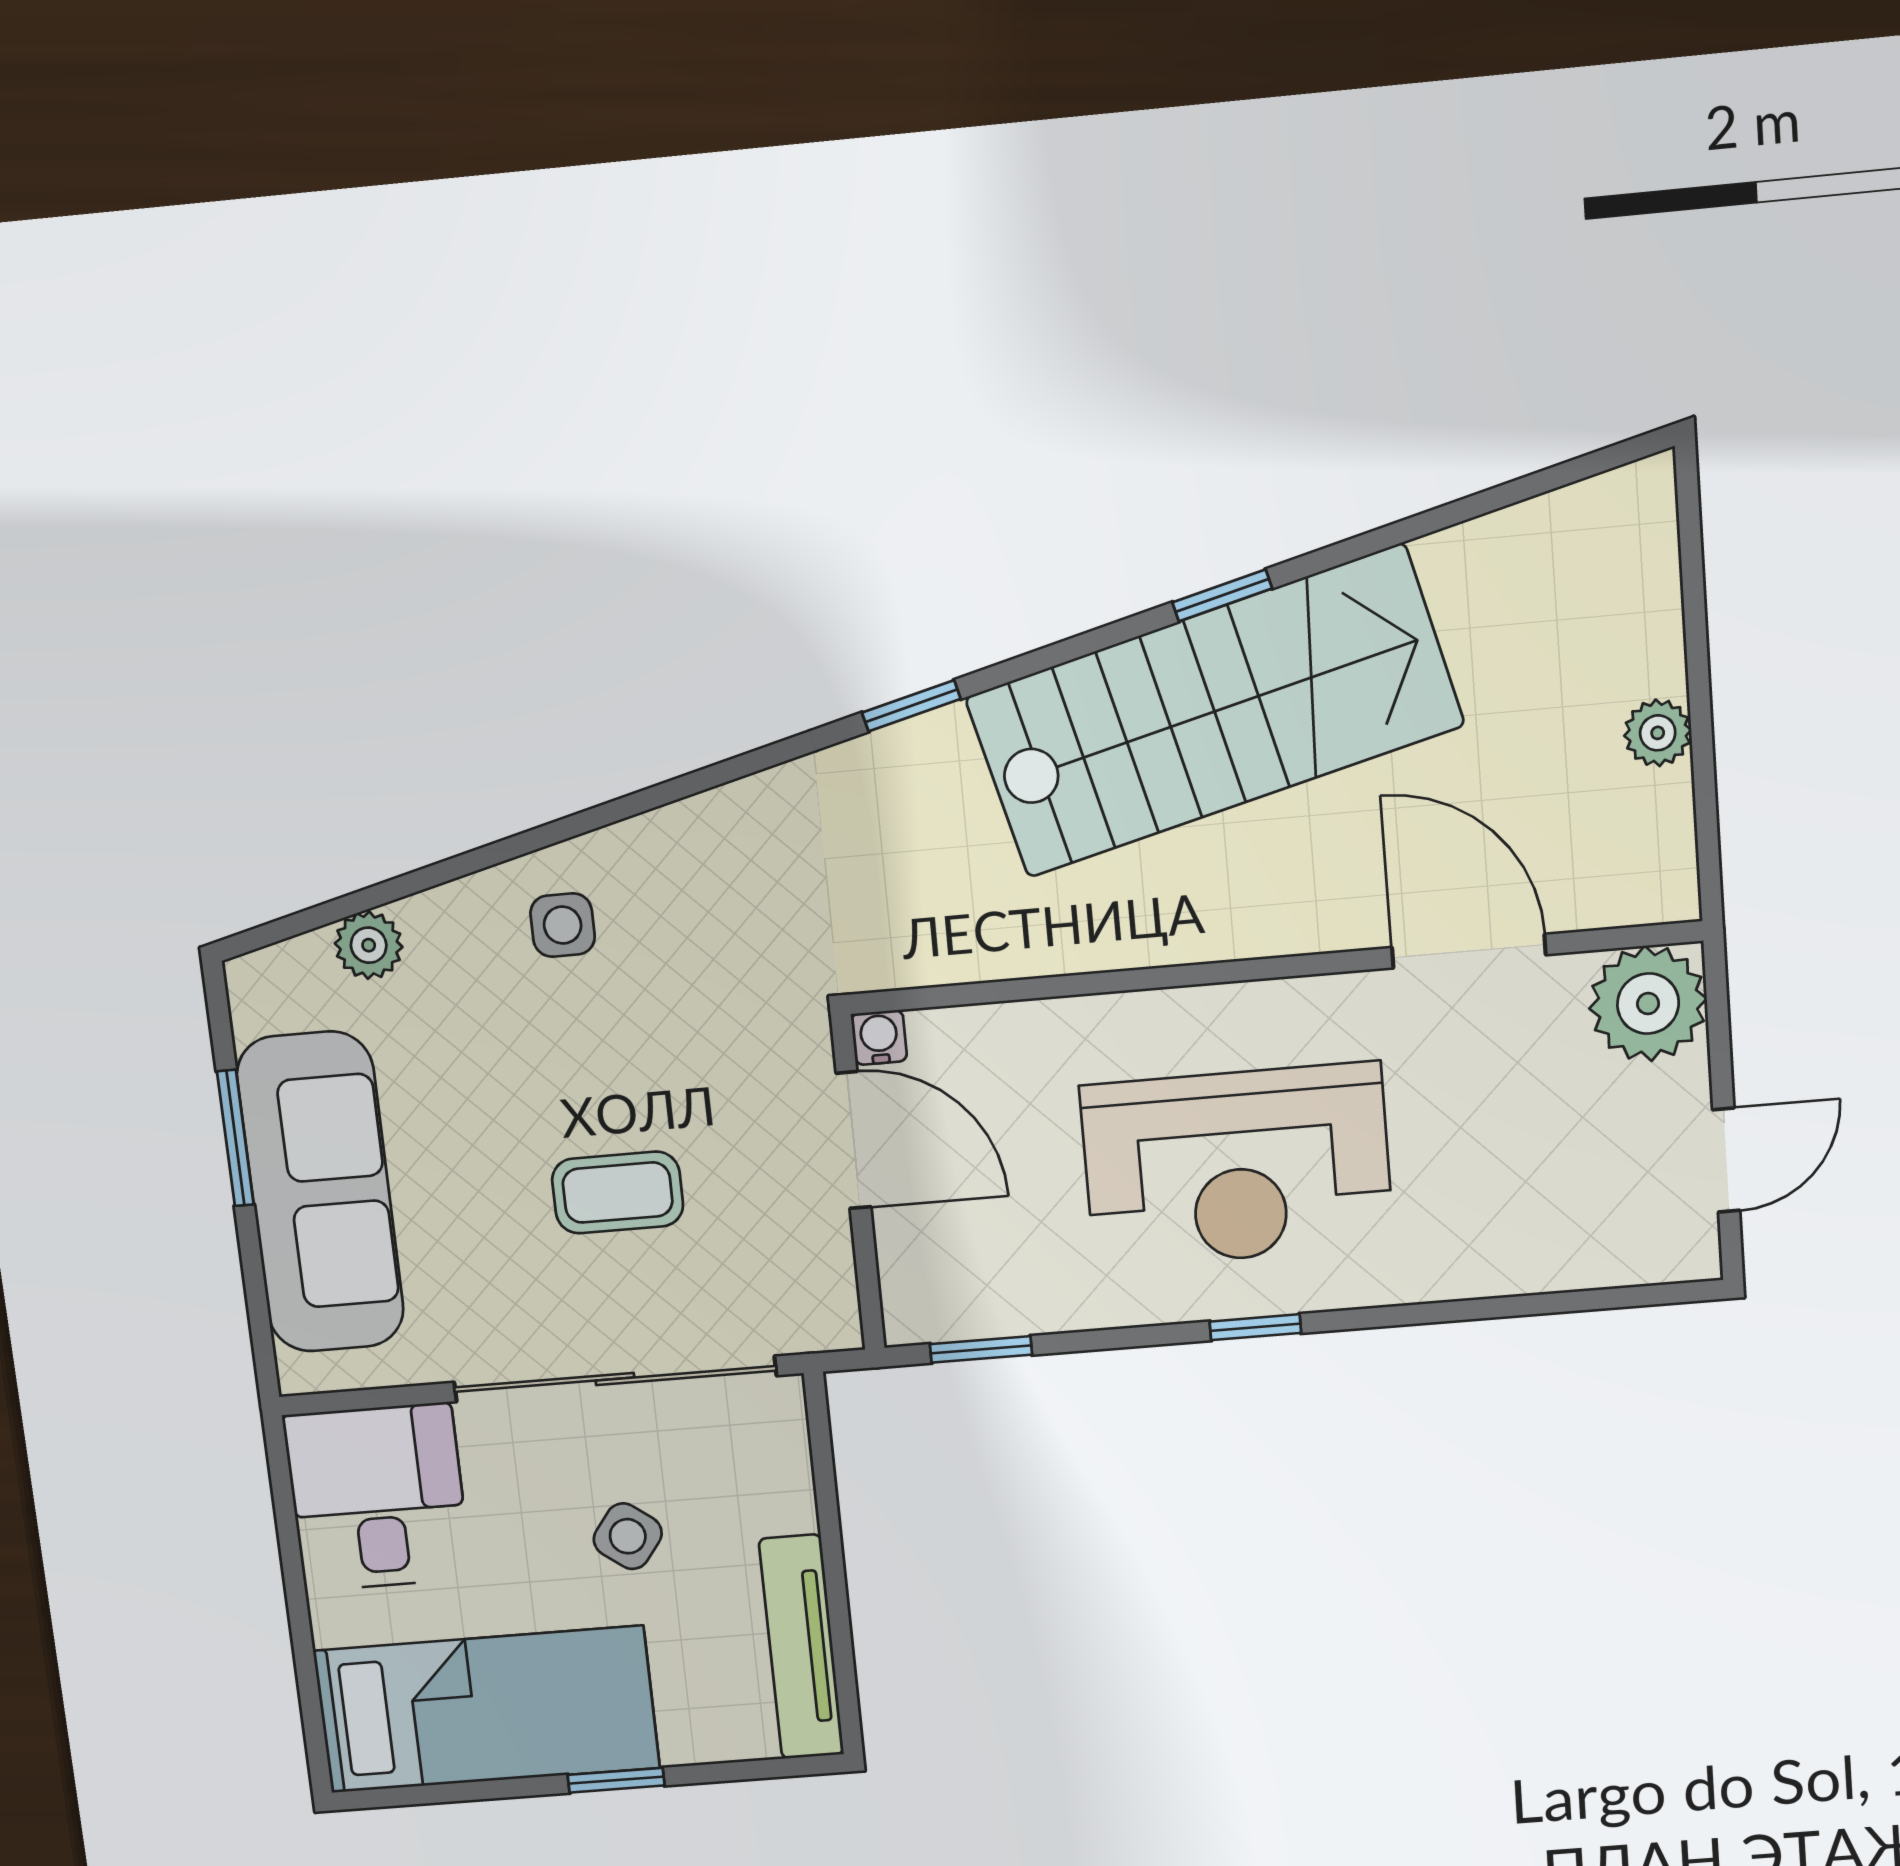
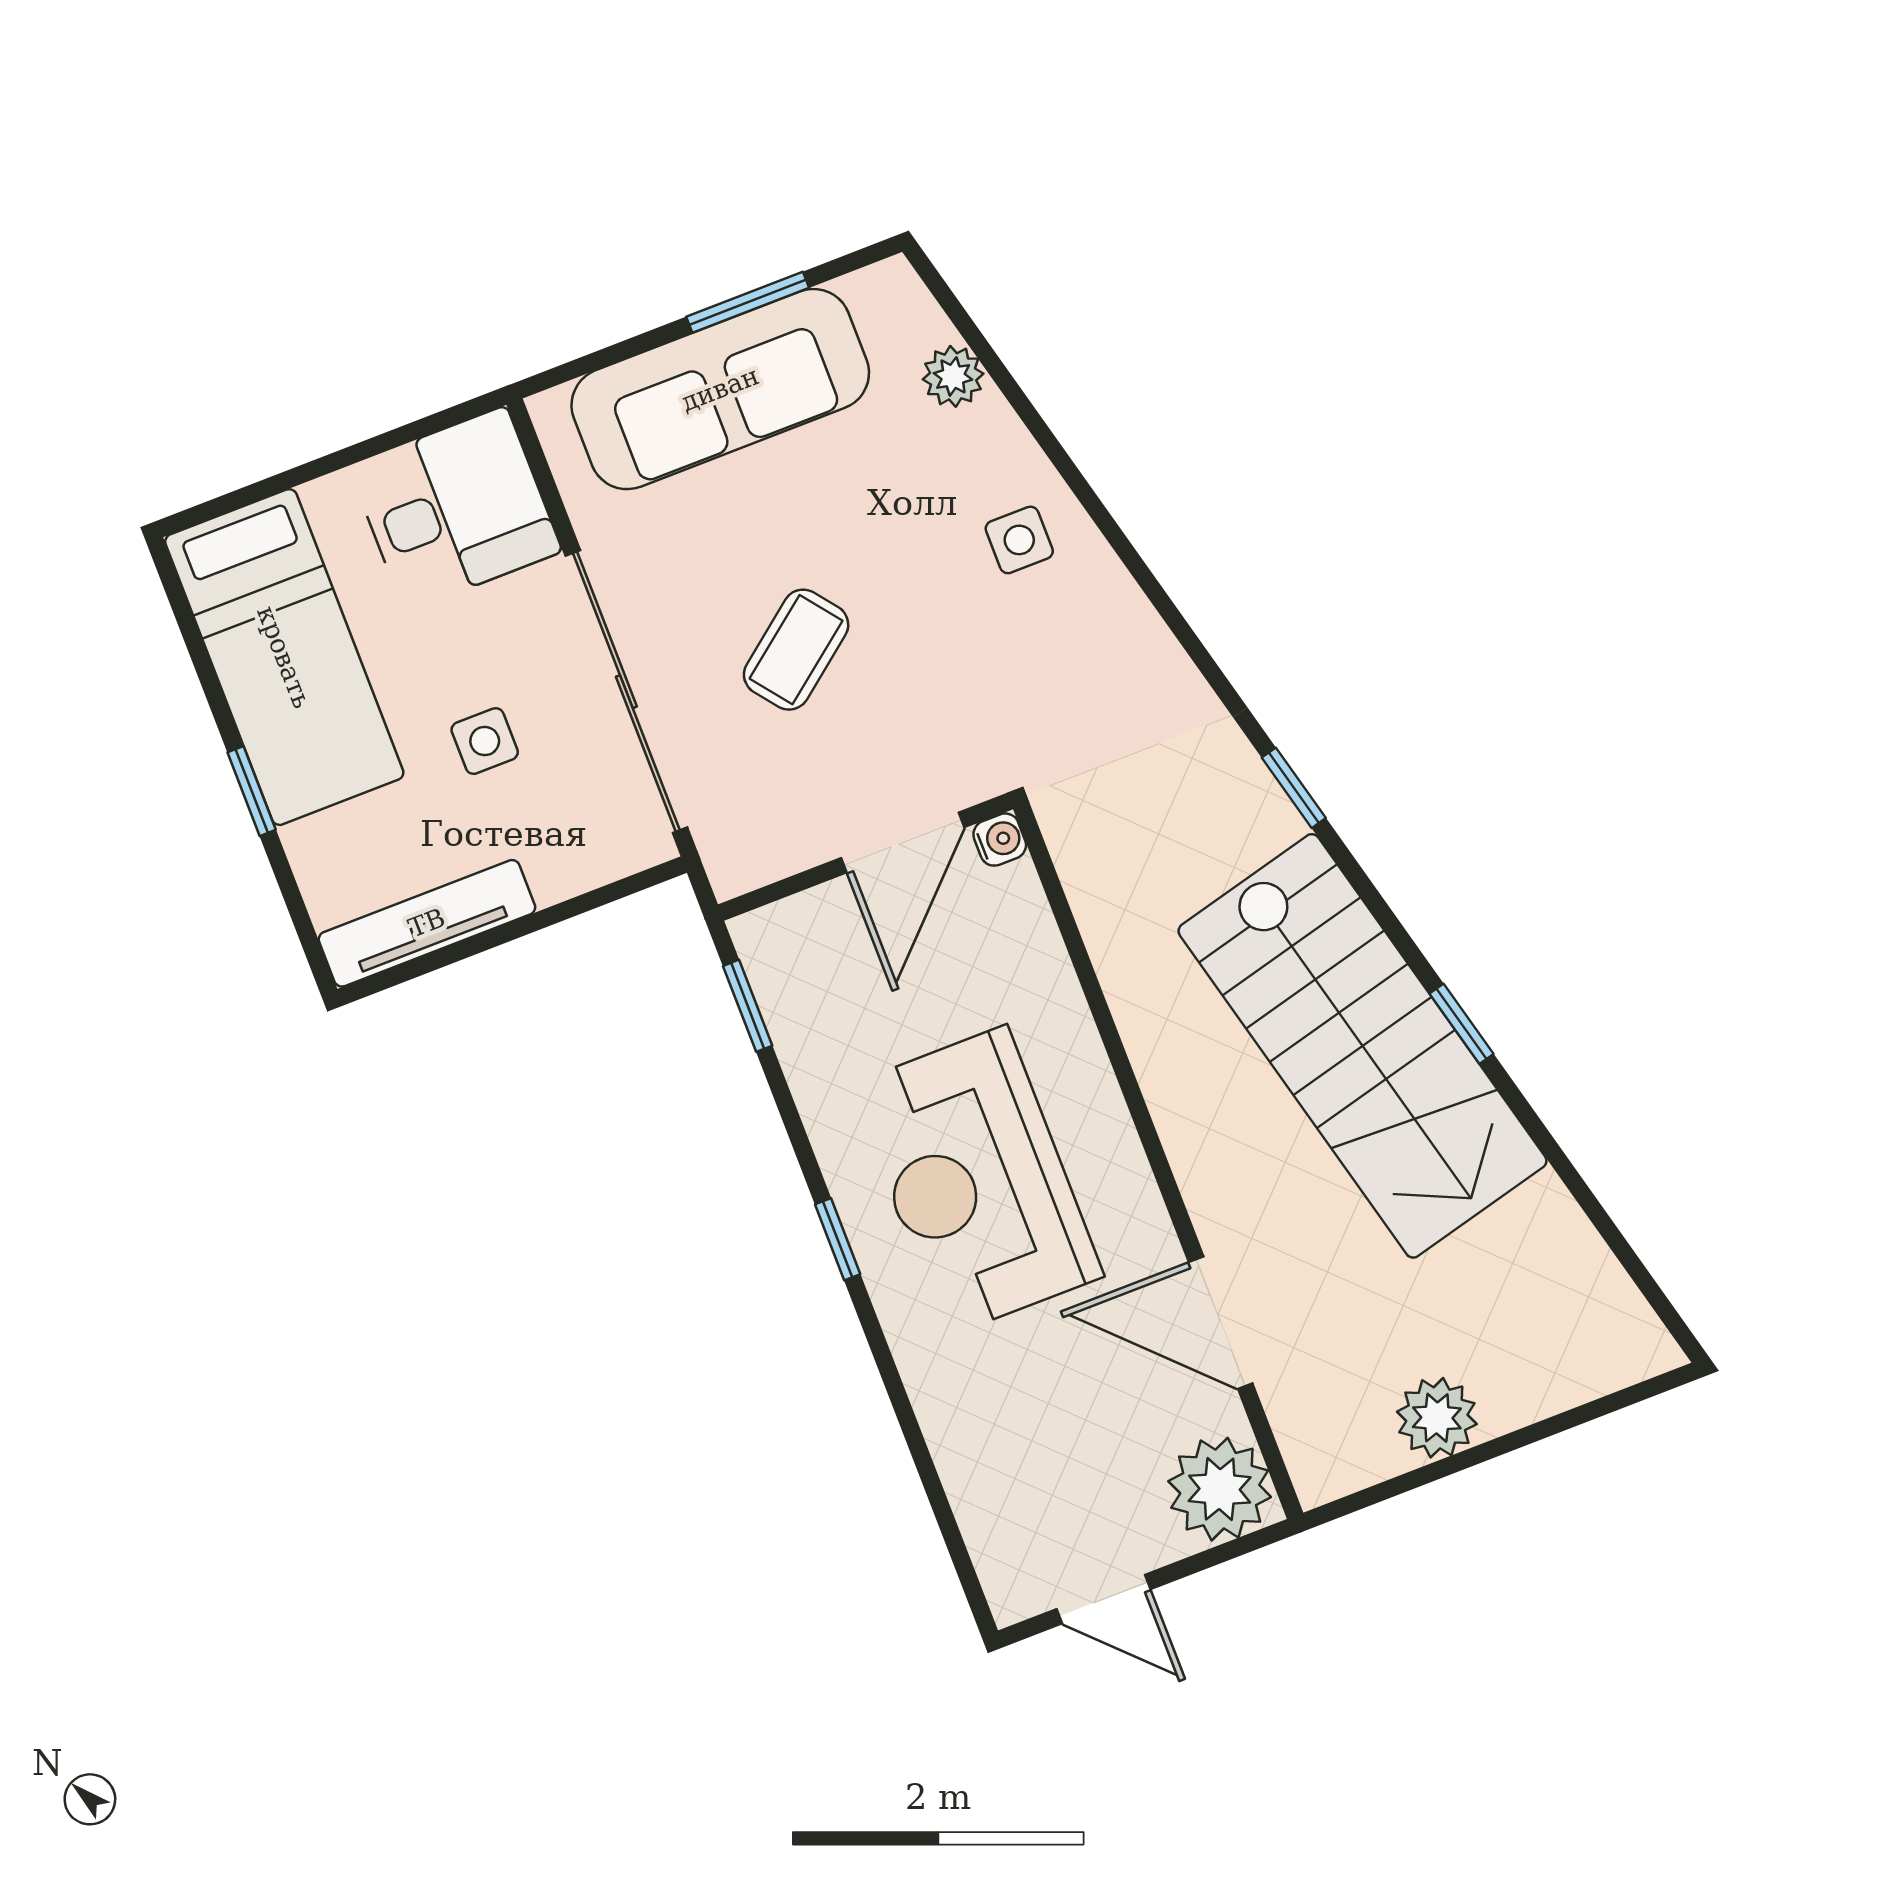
plant: (1658, 733) -> (1437, 1418), width x1.38, depth x1.38
door: (1469, 951) -> (1221, 1323), swing flipped
coffee table: (618, 1193) -> (796, 650), turned 52
side table: (628, 1536) -> (485, 741), turned -37

